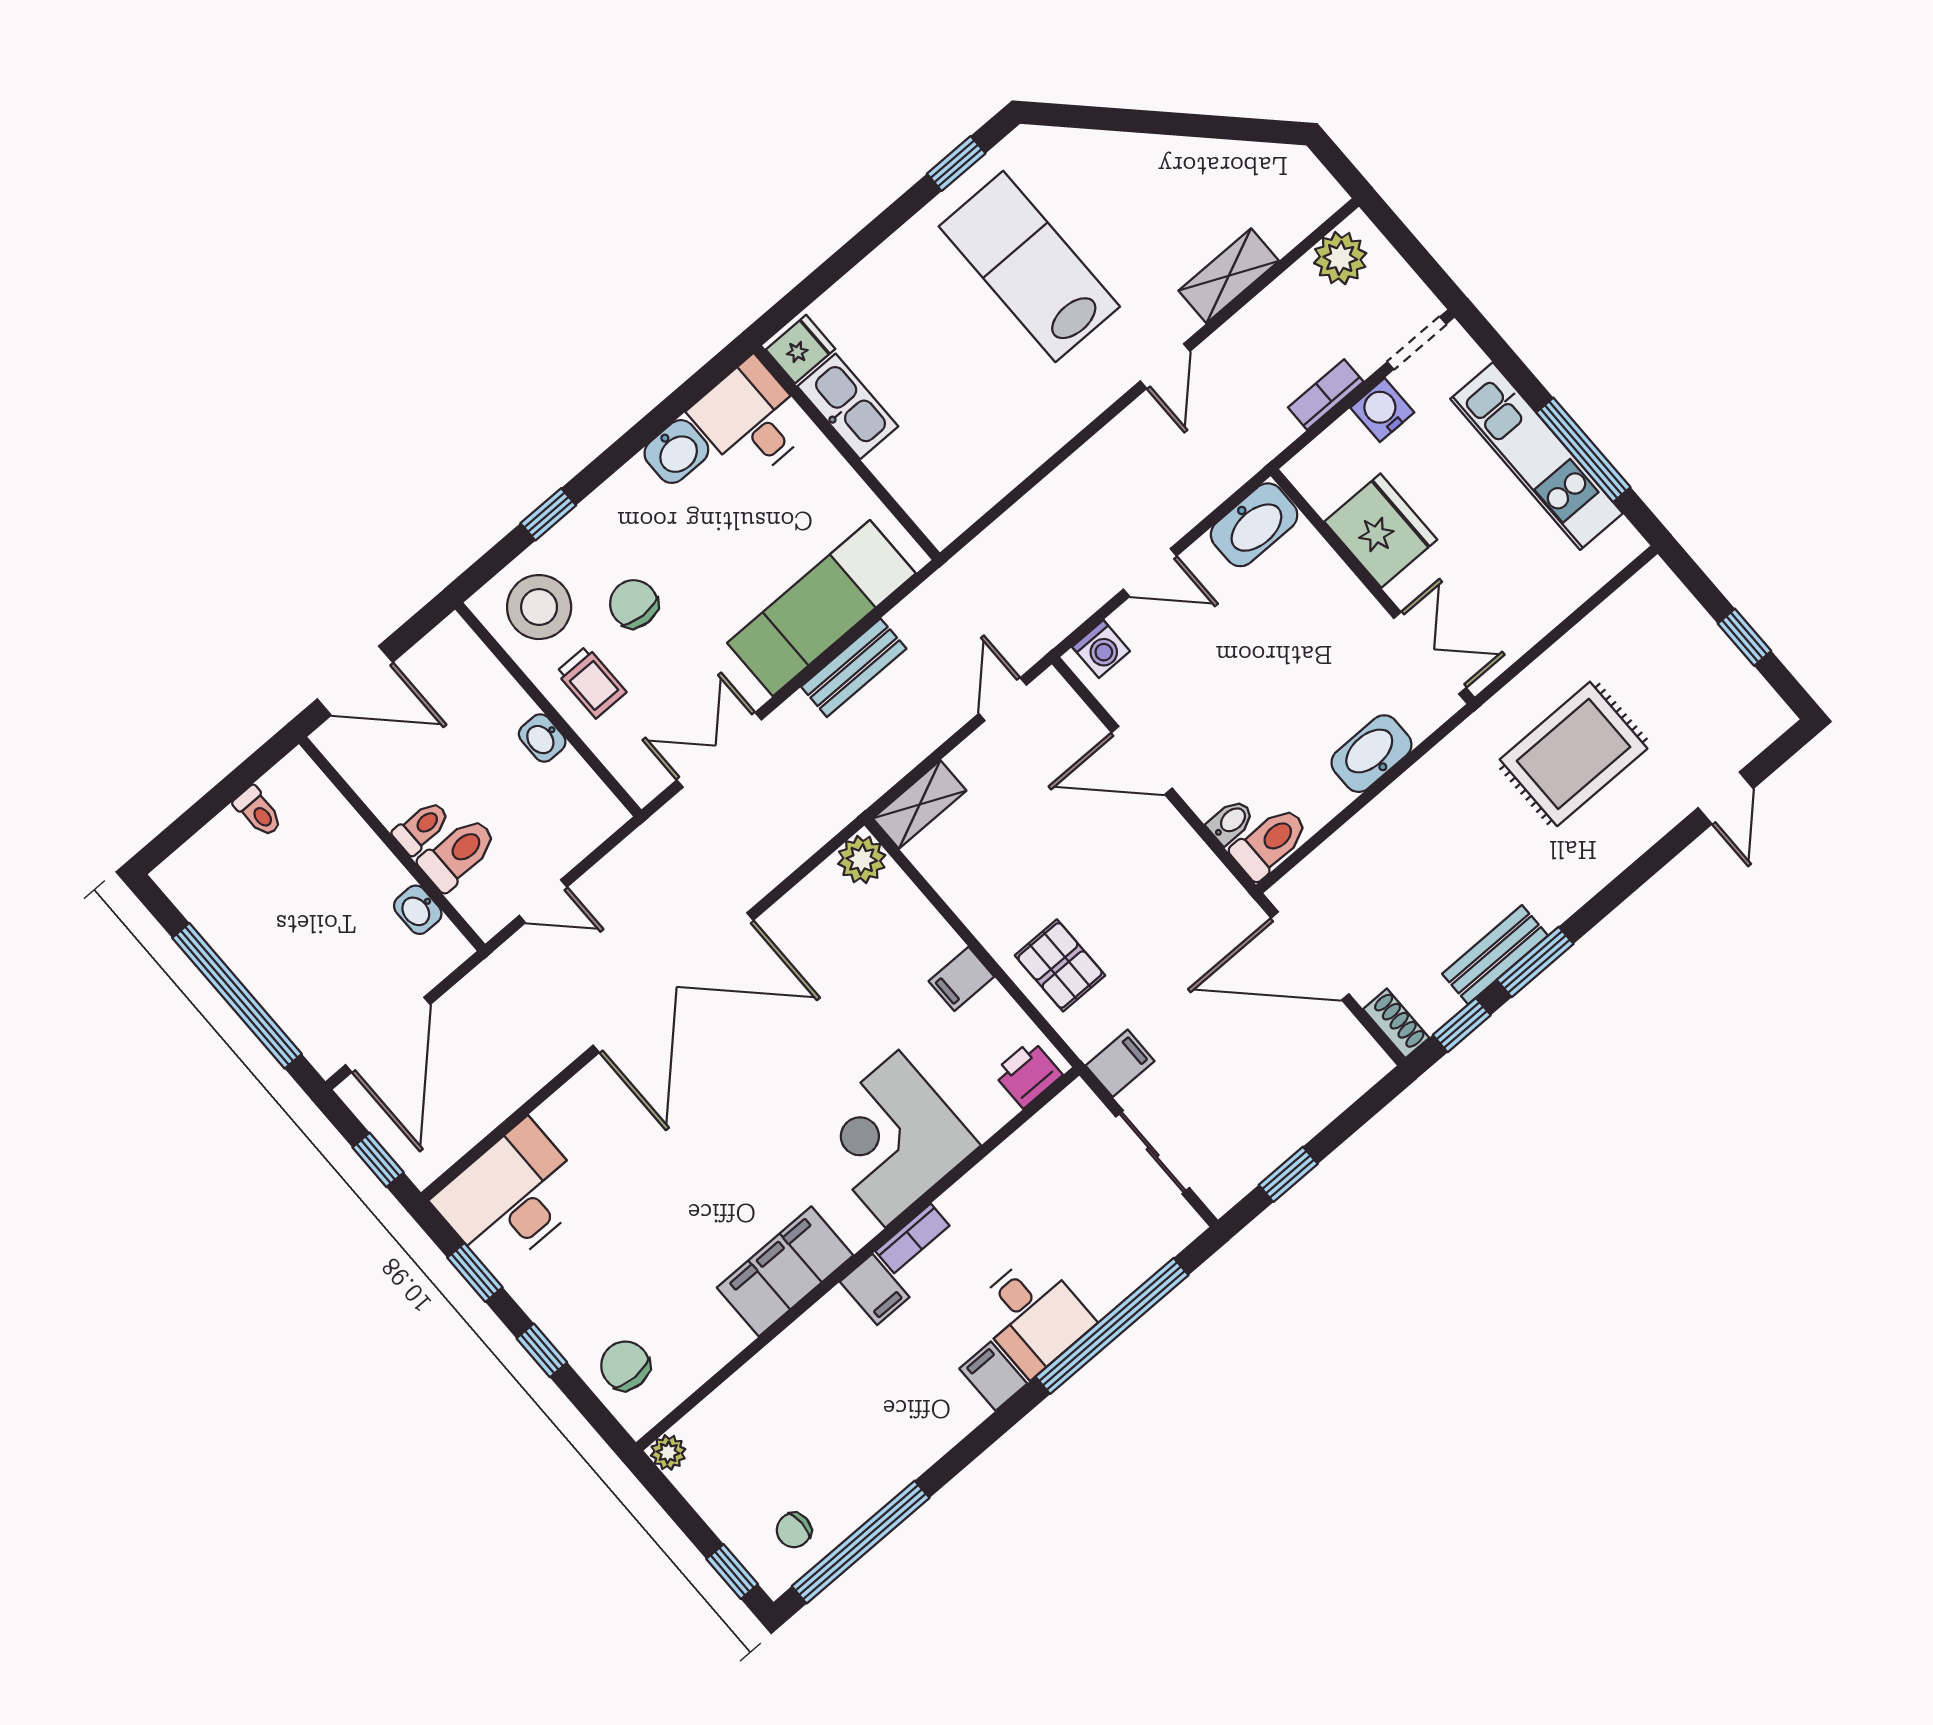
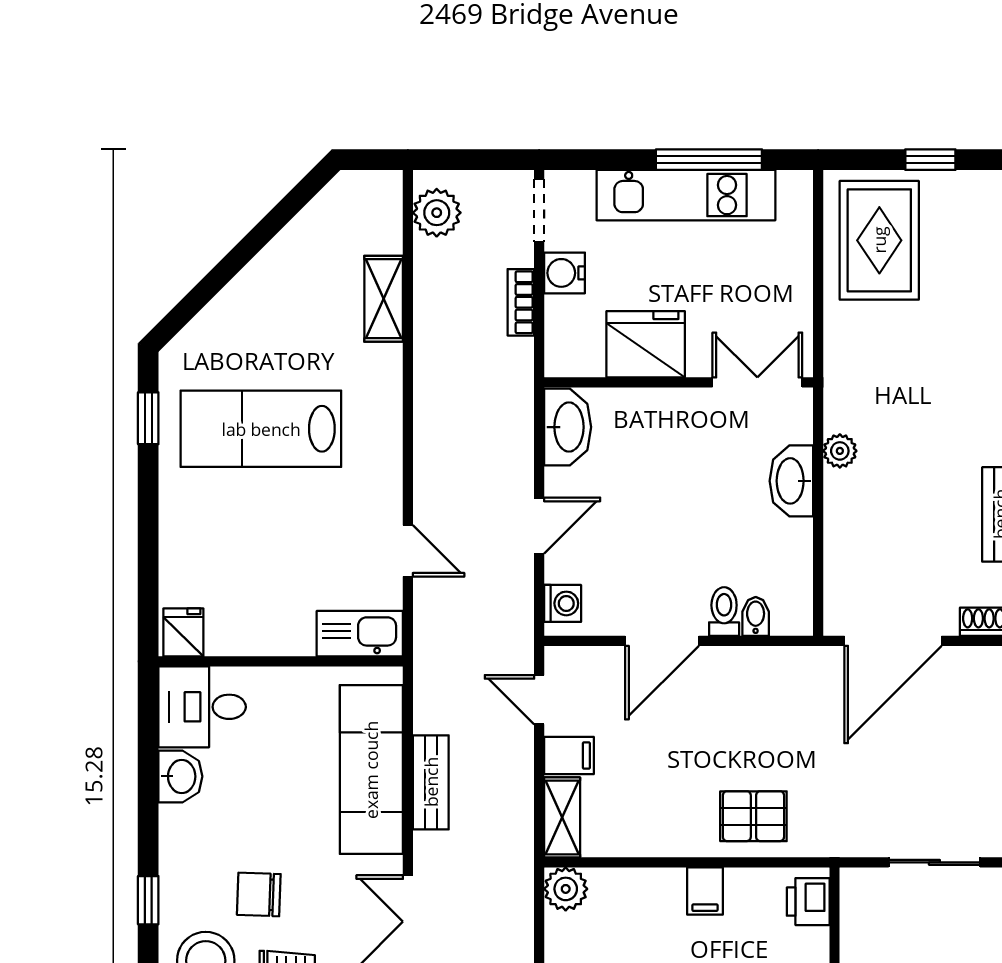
door: (1165, 366) -> (408, 551), moved
kitchen sink: (848, 406) -> (360, 634), moved
rug: (1574, 754) -> (879, 240), moved
plant: (1432, 773) -> (840, 451), added
toilet: (1270, 843) -> (724, 612), moved, width x0.73, depth x0.72
filing cabinet: (1120, 1063) -> (569, 755), moved, turned 90

